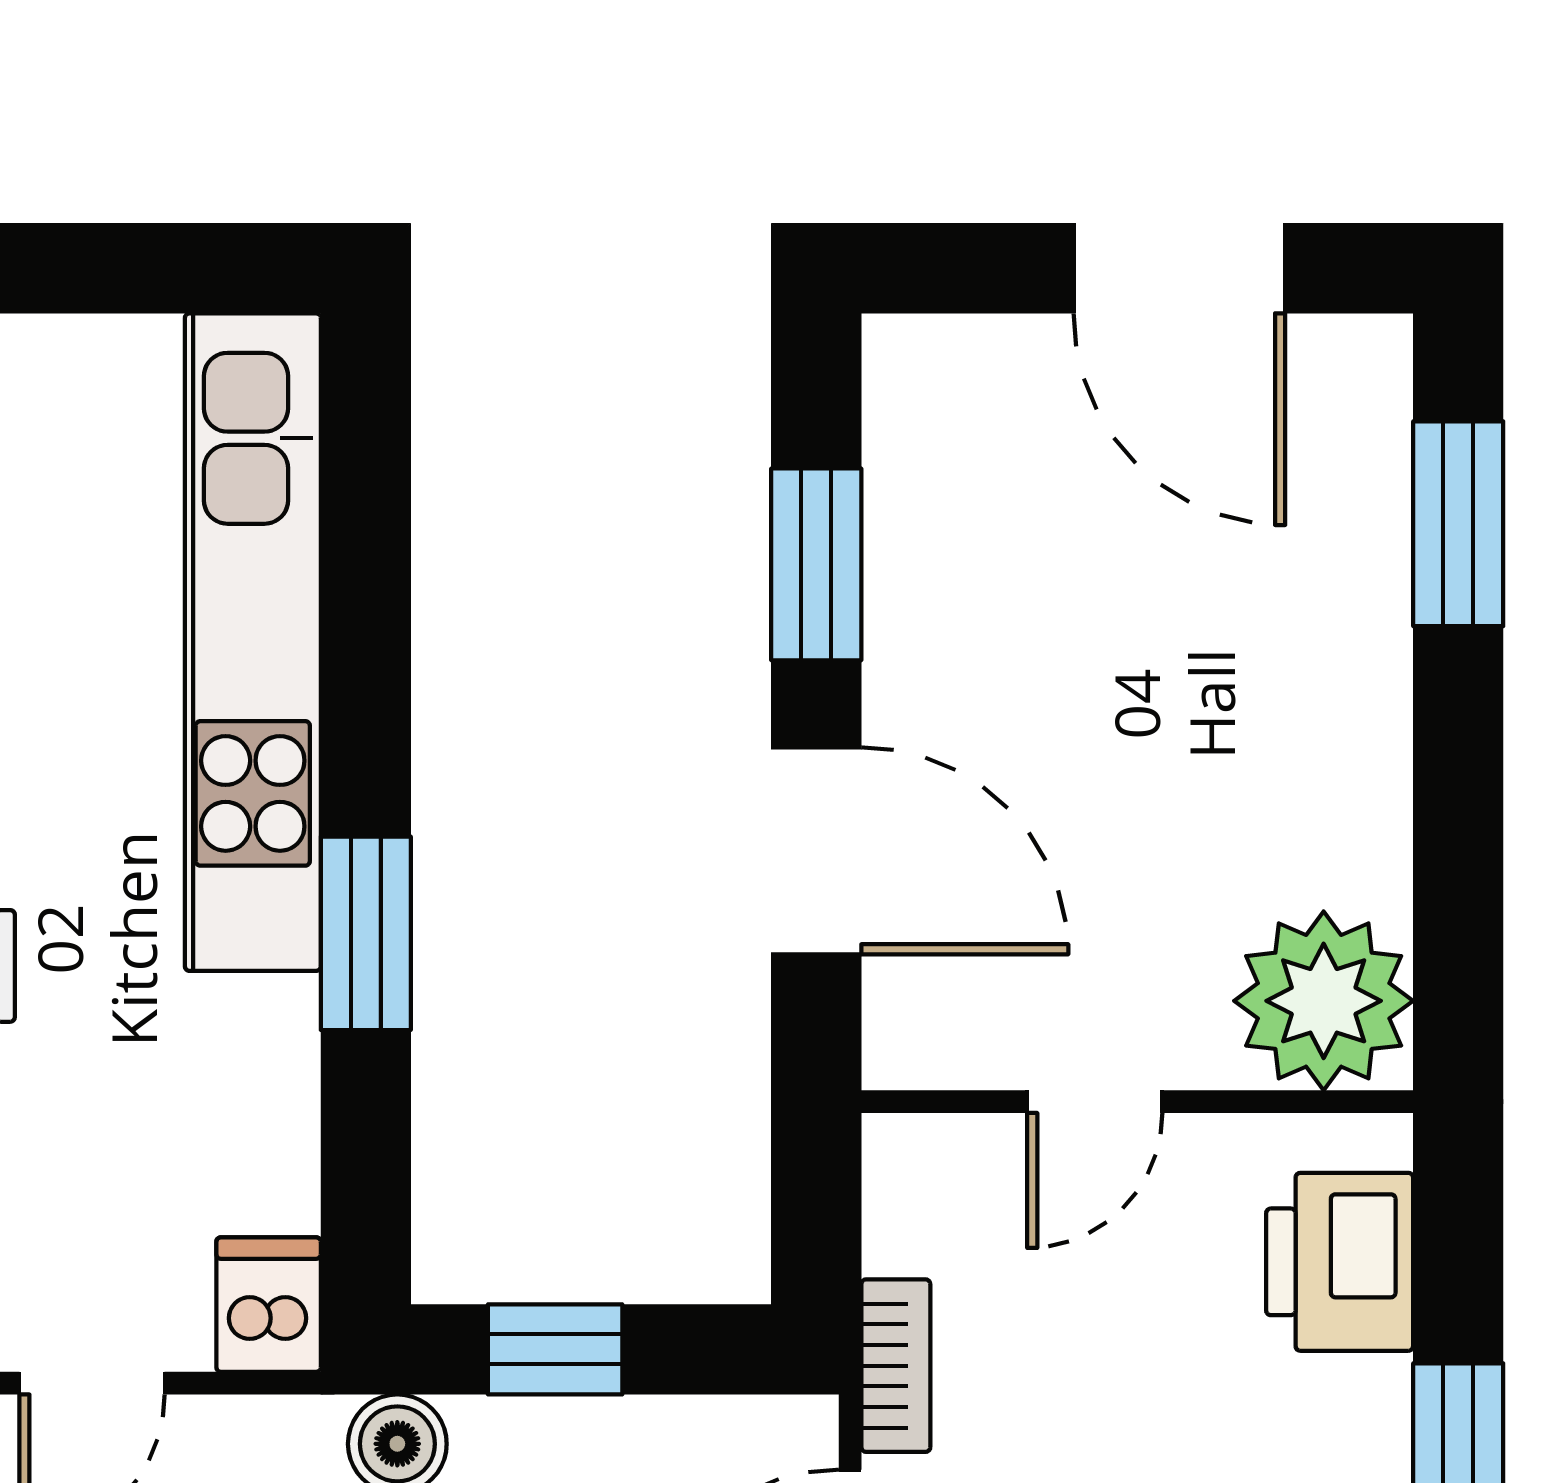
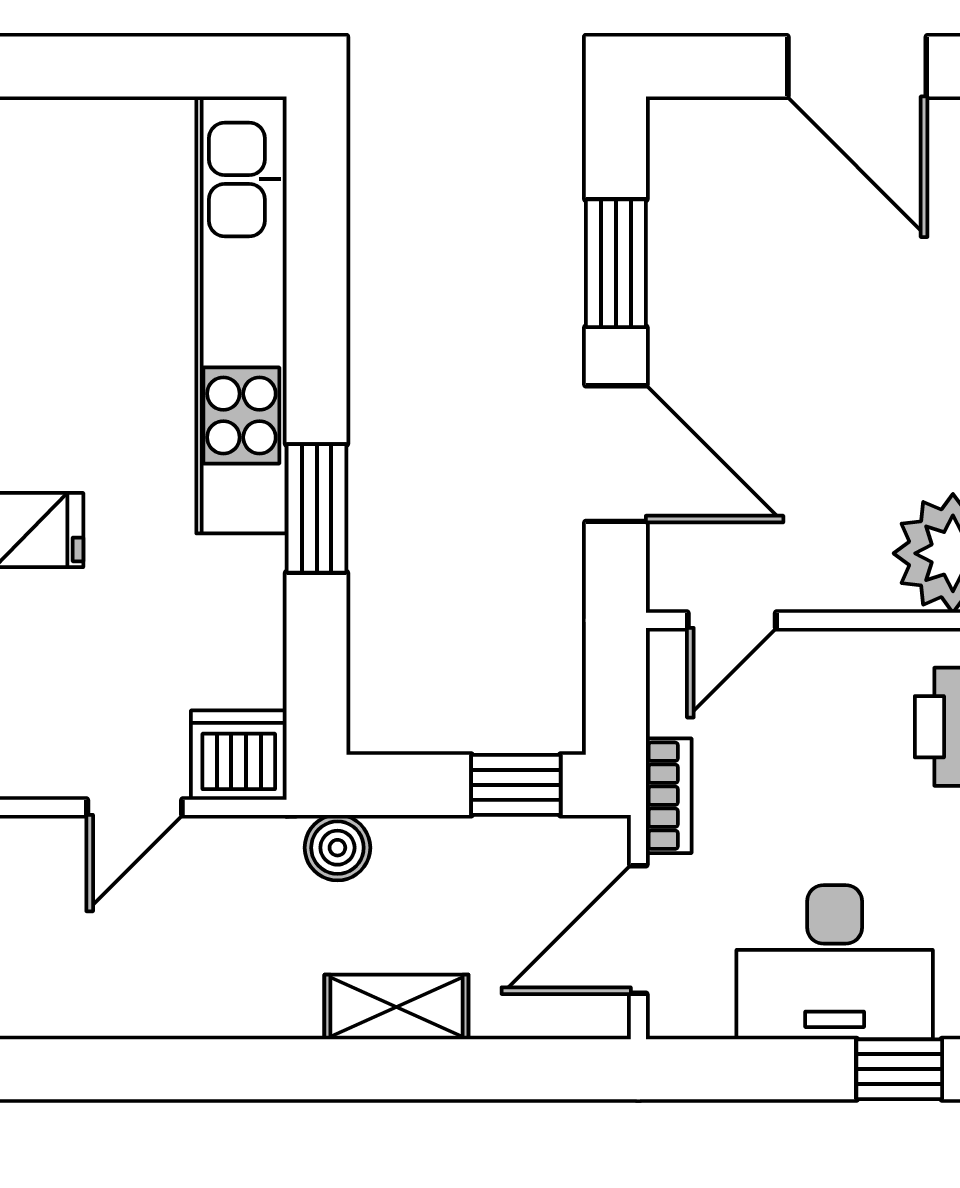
door: (1095, 1102) -> (732, 620), moved
dishwasher: (269, 1305) -> (239, 755), width x1.38
window: (555, 1349) -> (516, 785), moved

